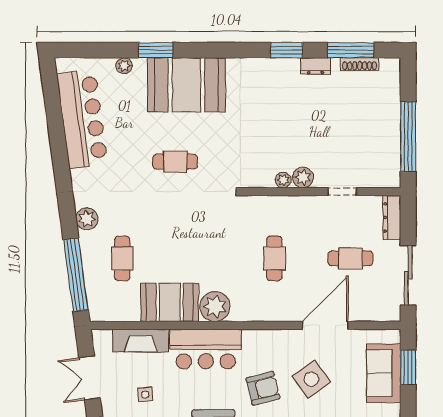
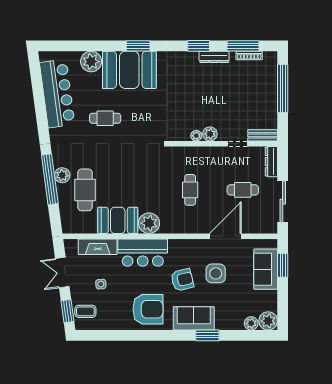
window: (156, 50) -> (138, 46), moved
plant: (124, 66) -> (91, 62), width x1.87, depth x1.87
dresser: (315, 66) -> (214, 57), width x1.44
window: (408, 137) -> (283, 88), moved
cafe table: (175, 162) -> (105, 118), moved
bench: (379, 180) -> (263, 135), added
plant: (87, 219) -> (62, 175), moved
cafe table: (122, 258) -> (85, 190), width x1.37, depth x1.35
window: (76, 275) -> (50, 179), moved
side table: (311, 379) -> (216, 273), turned 36

